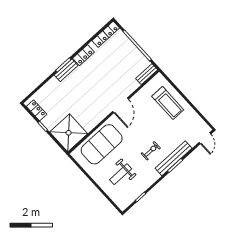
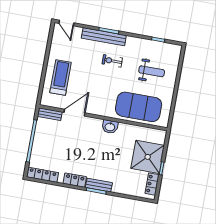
door: (121, 105) -> (74, 113), moved
washbasin: (103, 112) -> (110, 127), added
shower: (69, 133) -> (148, 157), moved
door: (205, 138) -> (66, 23), swing flipped

